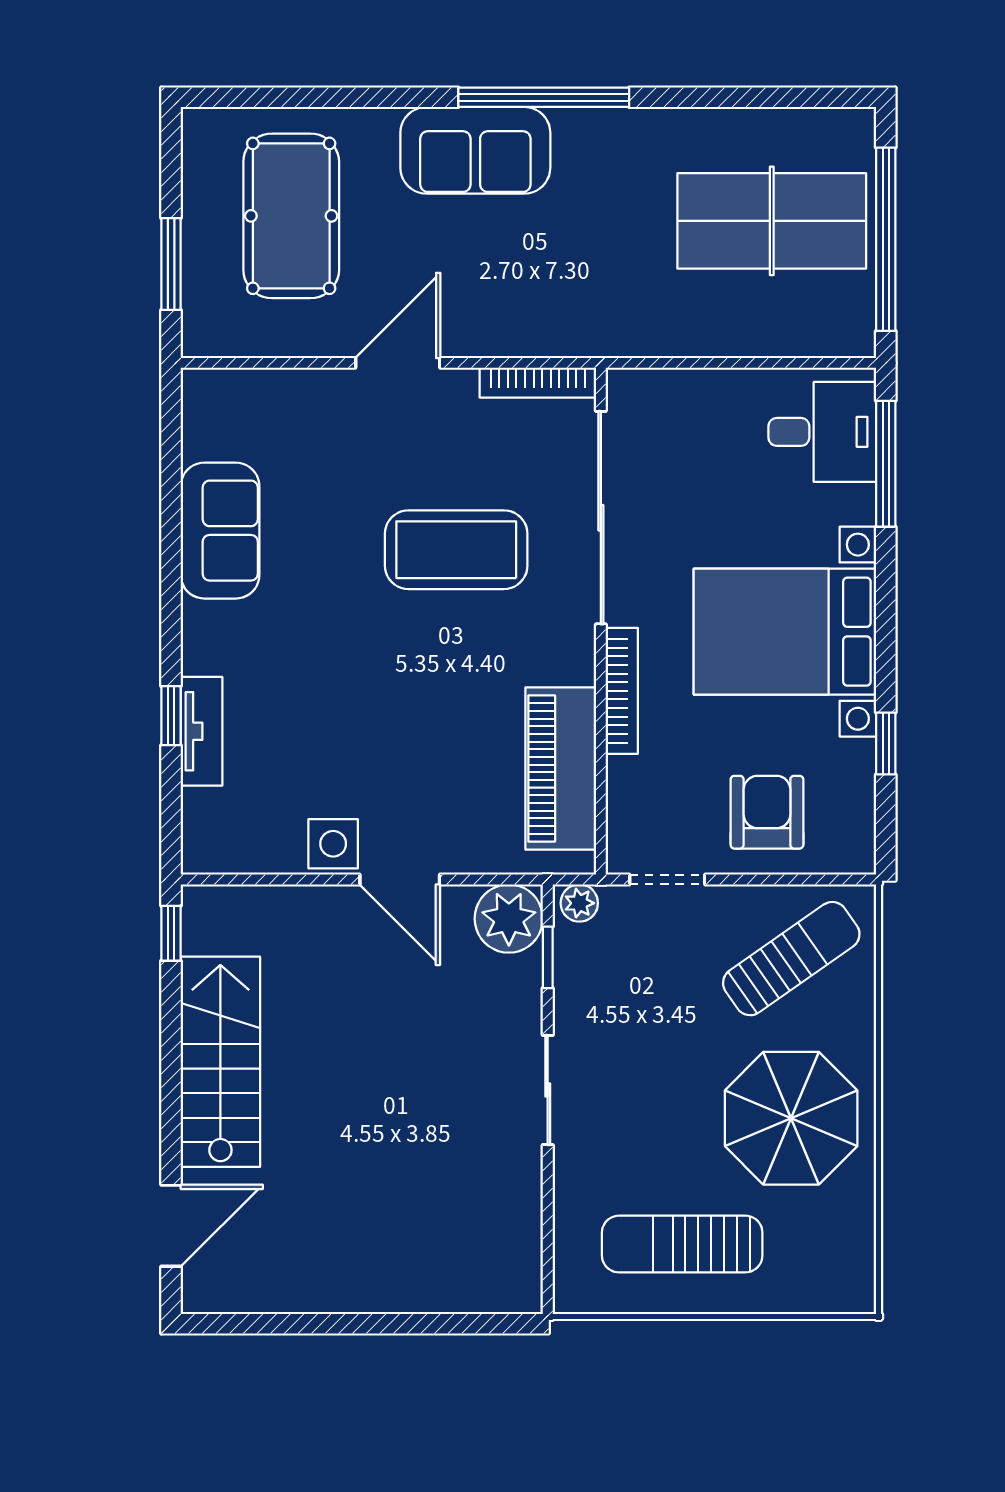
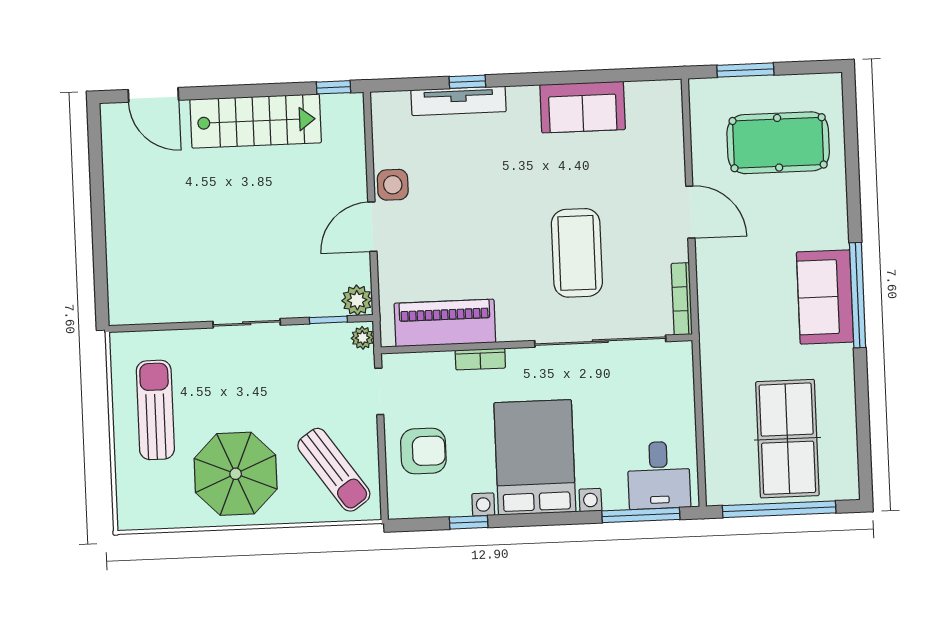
sofa: (475, 150) -> (825, 297), moved
bookcase: (622, 691) -> (480, 359), width x0.64
tv unit: (202, 731) -> (459, 101), width x1.41
plant: (509, 919) -> (357, 300), width x0.73, depth x0.73

